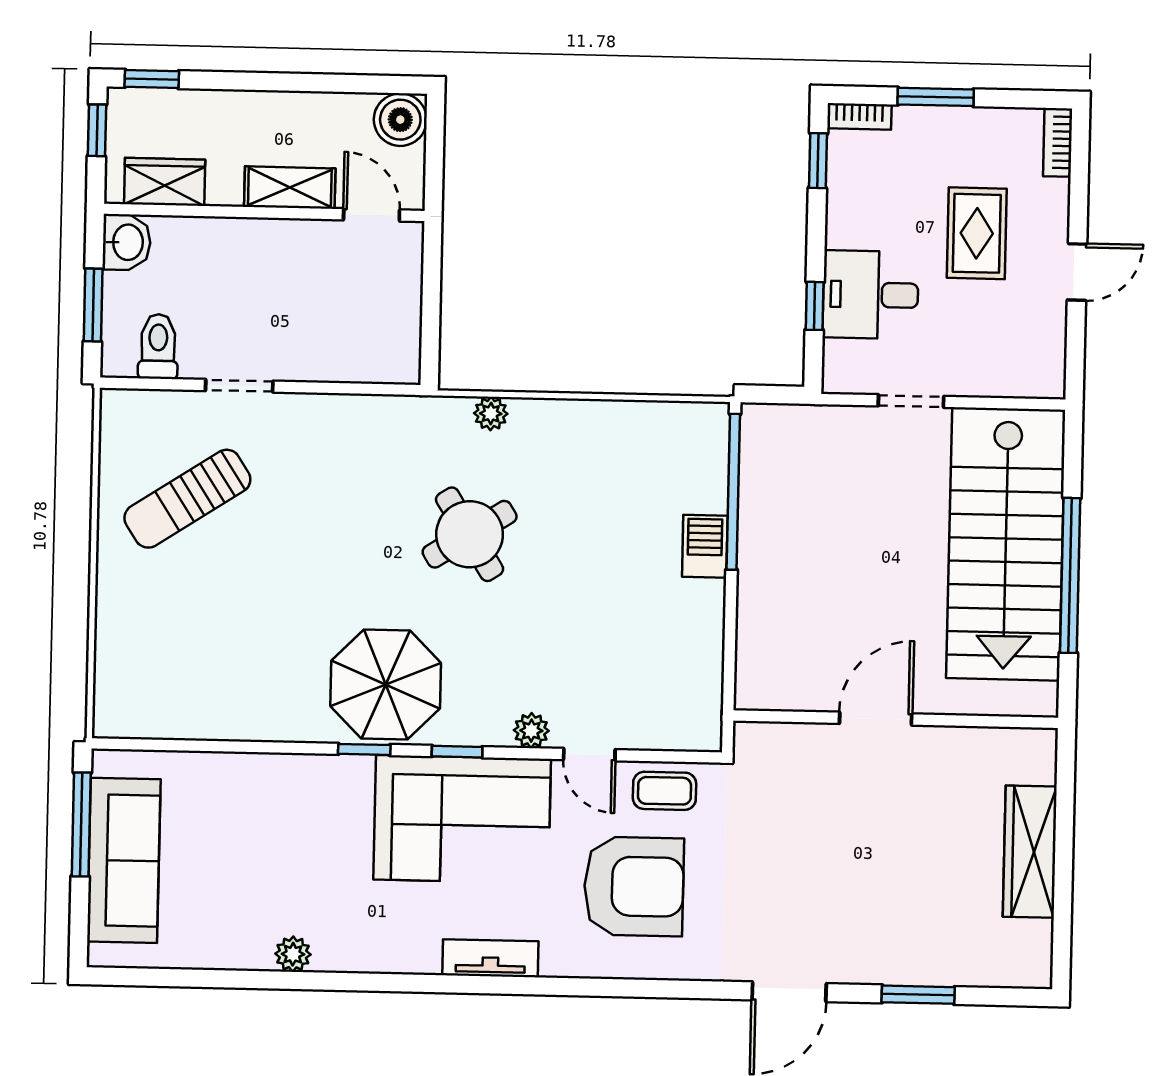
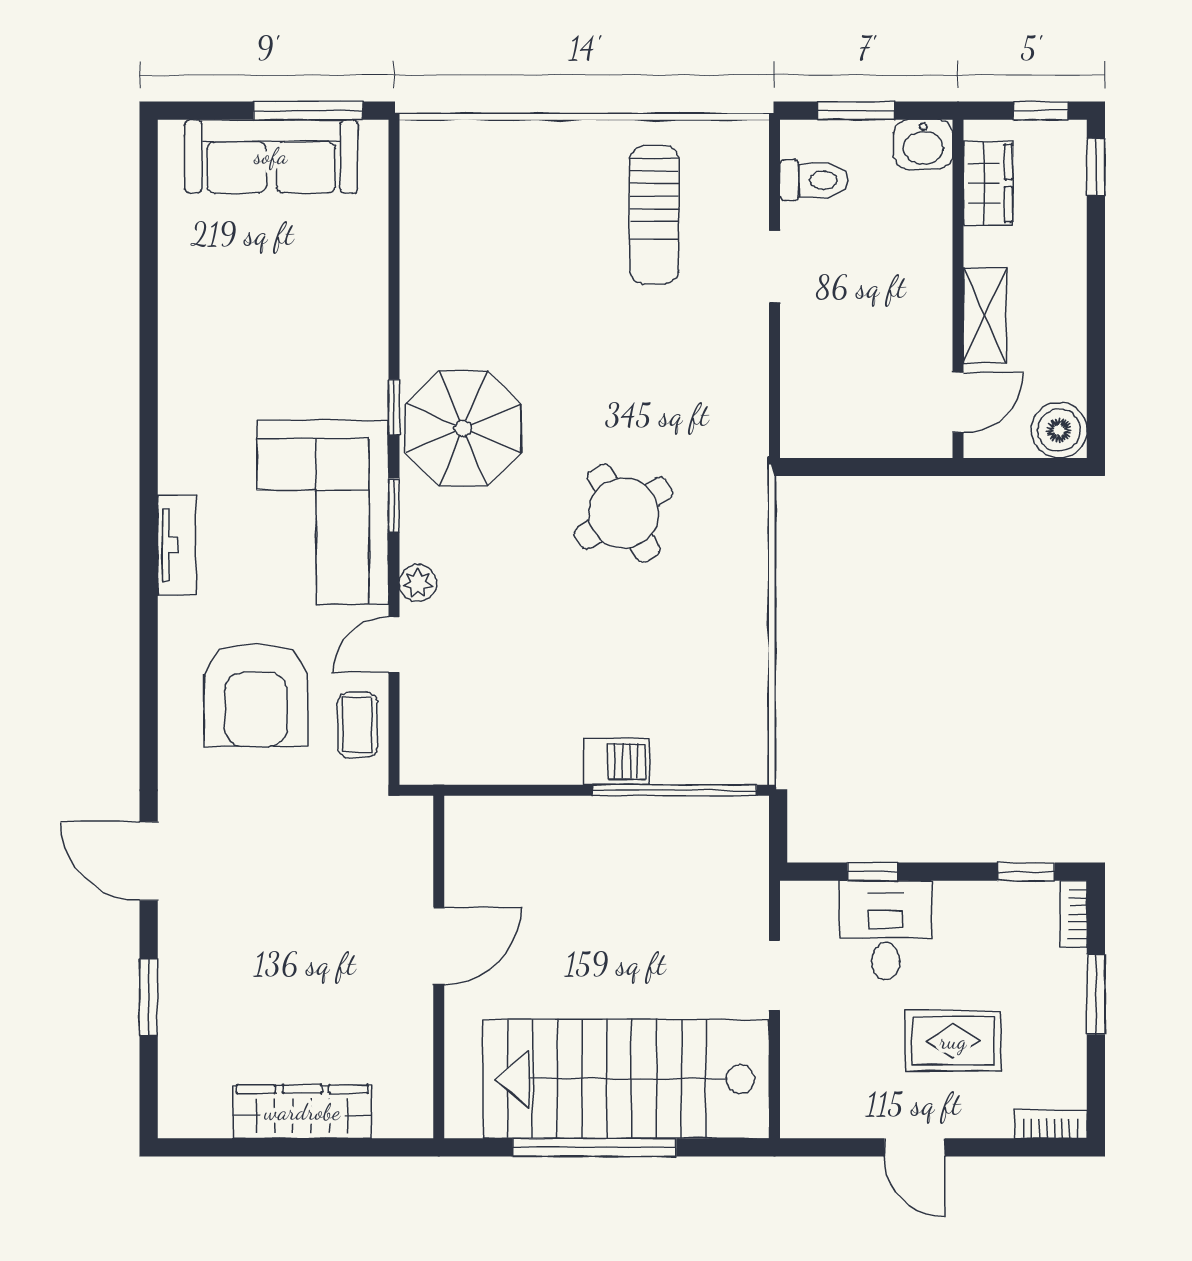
plant: (491, 414) -> (751, 533), removed
sun lounger: (187, 499) -> (654, 215), turned -147
door: (876, 719) -> (439, 946), hinge flipped
plant: (293, 954) -> (176, 337), removed

